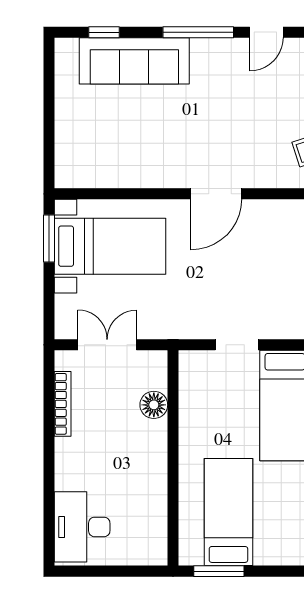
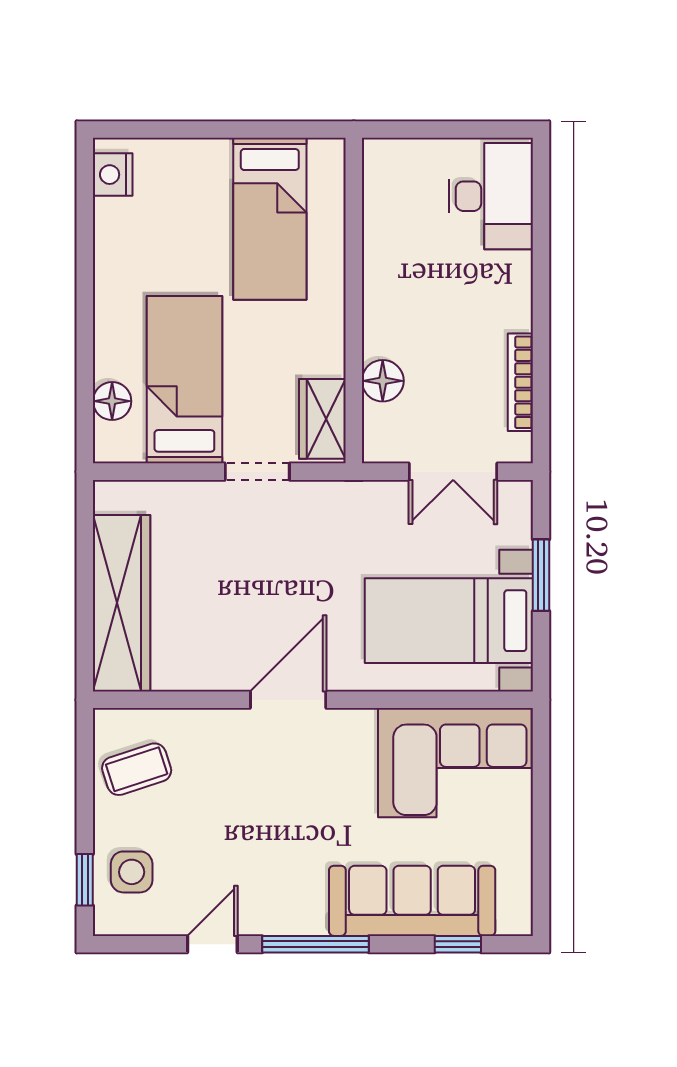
corner sofa: (106, 152) -> (455, 763), added
window: (49, 238) -> (541, 575), moved
wardrobe: (194, 380) -> (322, 419), added
window: (219, 571) -> (284, 129), removed

